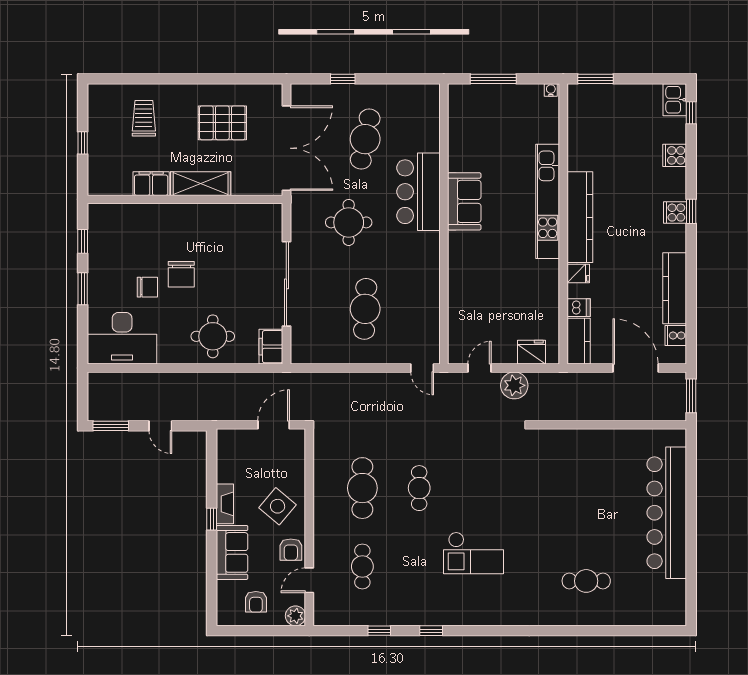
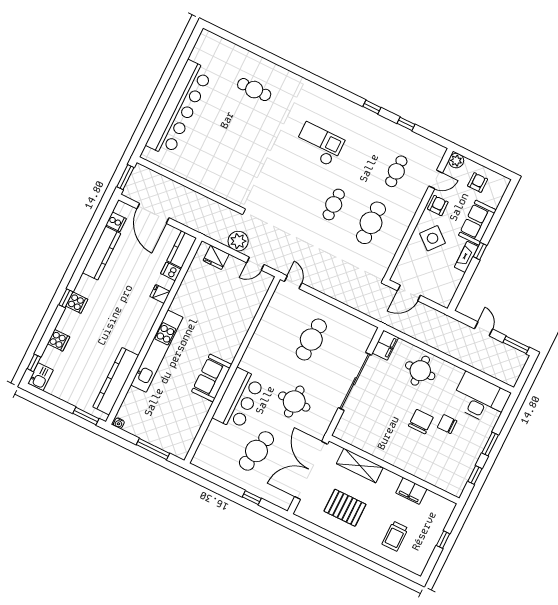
shelving: (201, 184) -> (360, 466), moved
kitchen counter: (580, 217) -> (116, 381), moved

